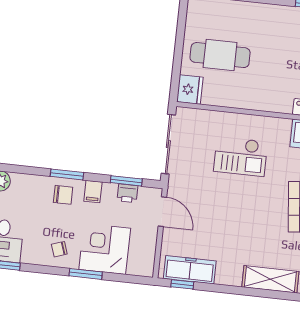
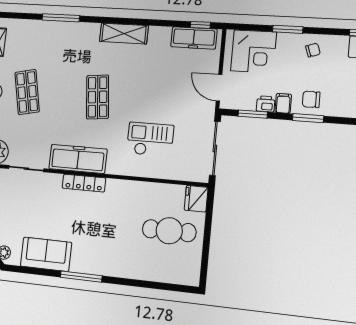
printer: (127, 193) -> (266, 104), moved
corner desk: (105, 249) -> (254, 51), moved

